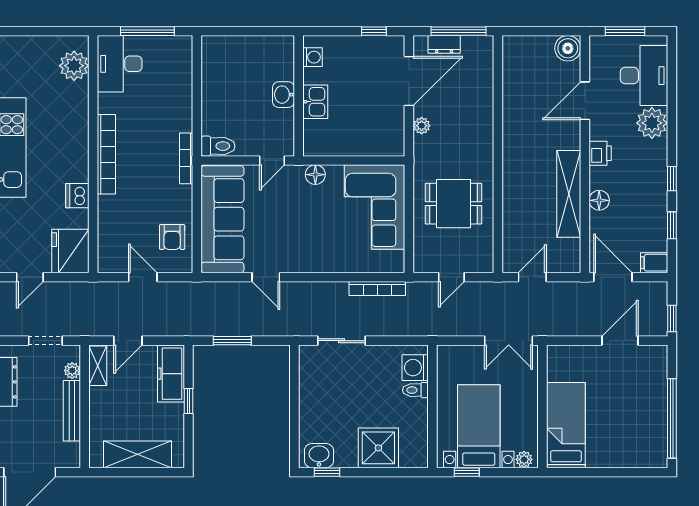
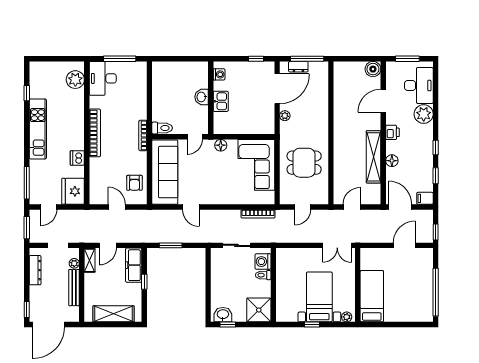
washing machine: (415, 368) -> (263, 262), moved
toilet: (415, 390) -> (263, 275), moved
wall: (432, 406) -> (273, 285), moved

